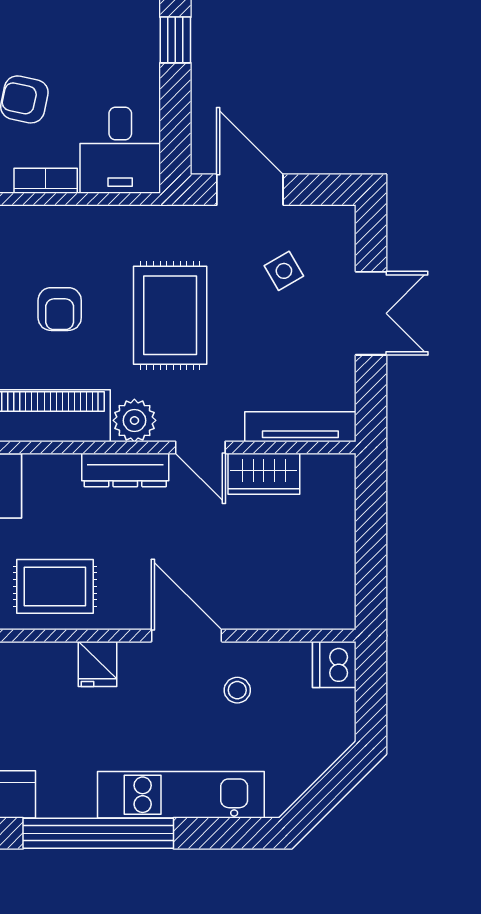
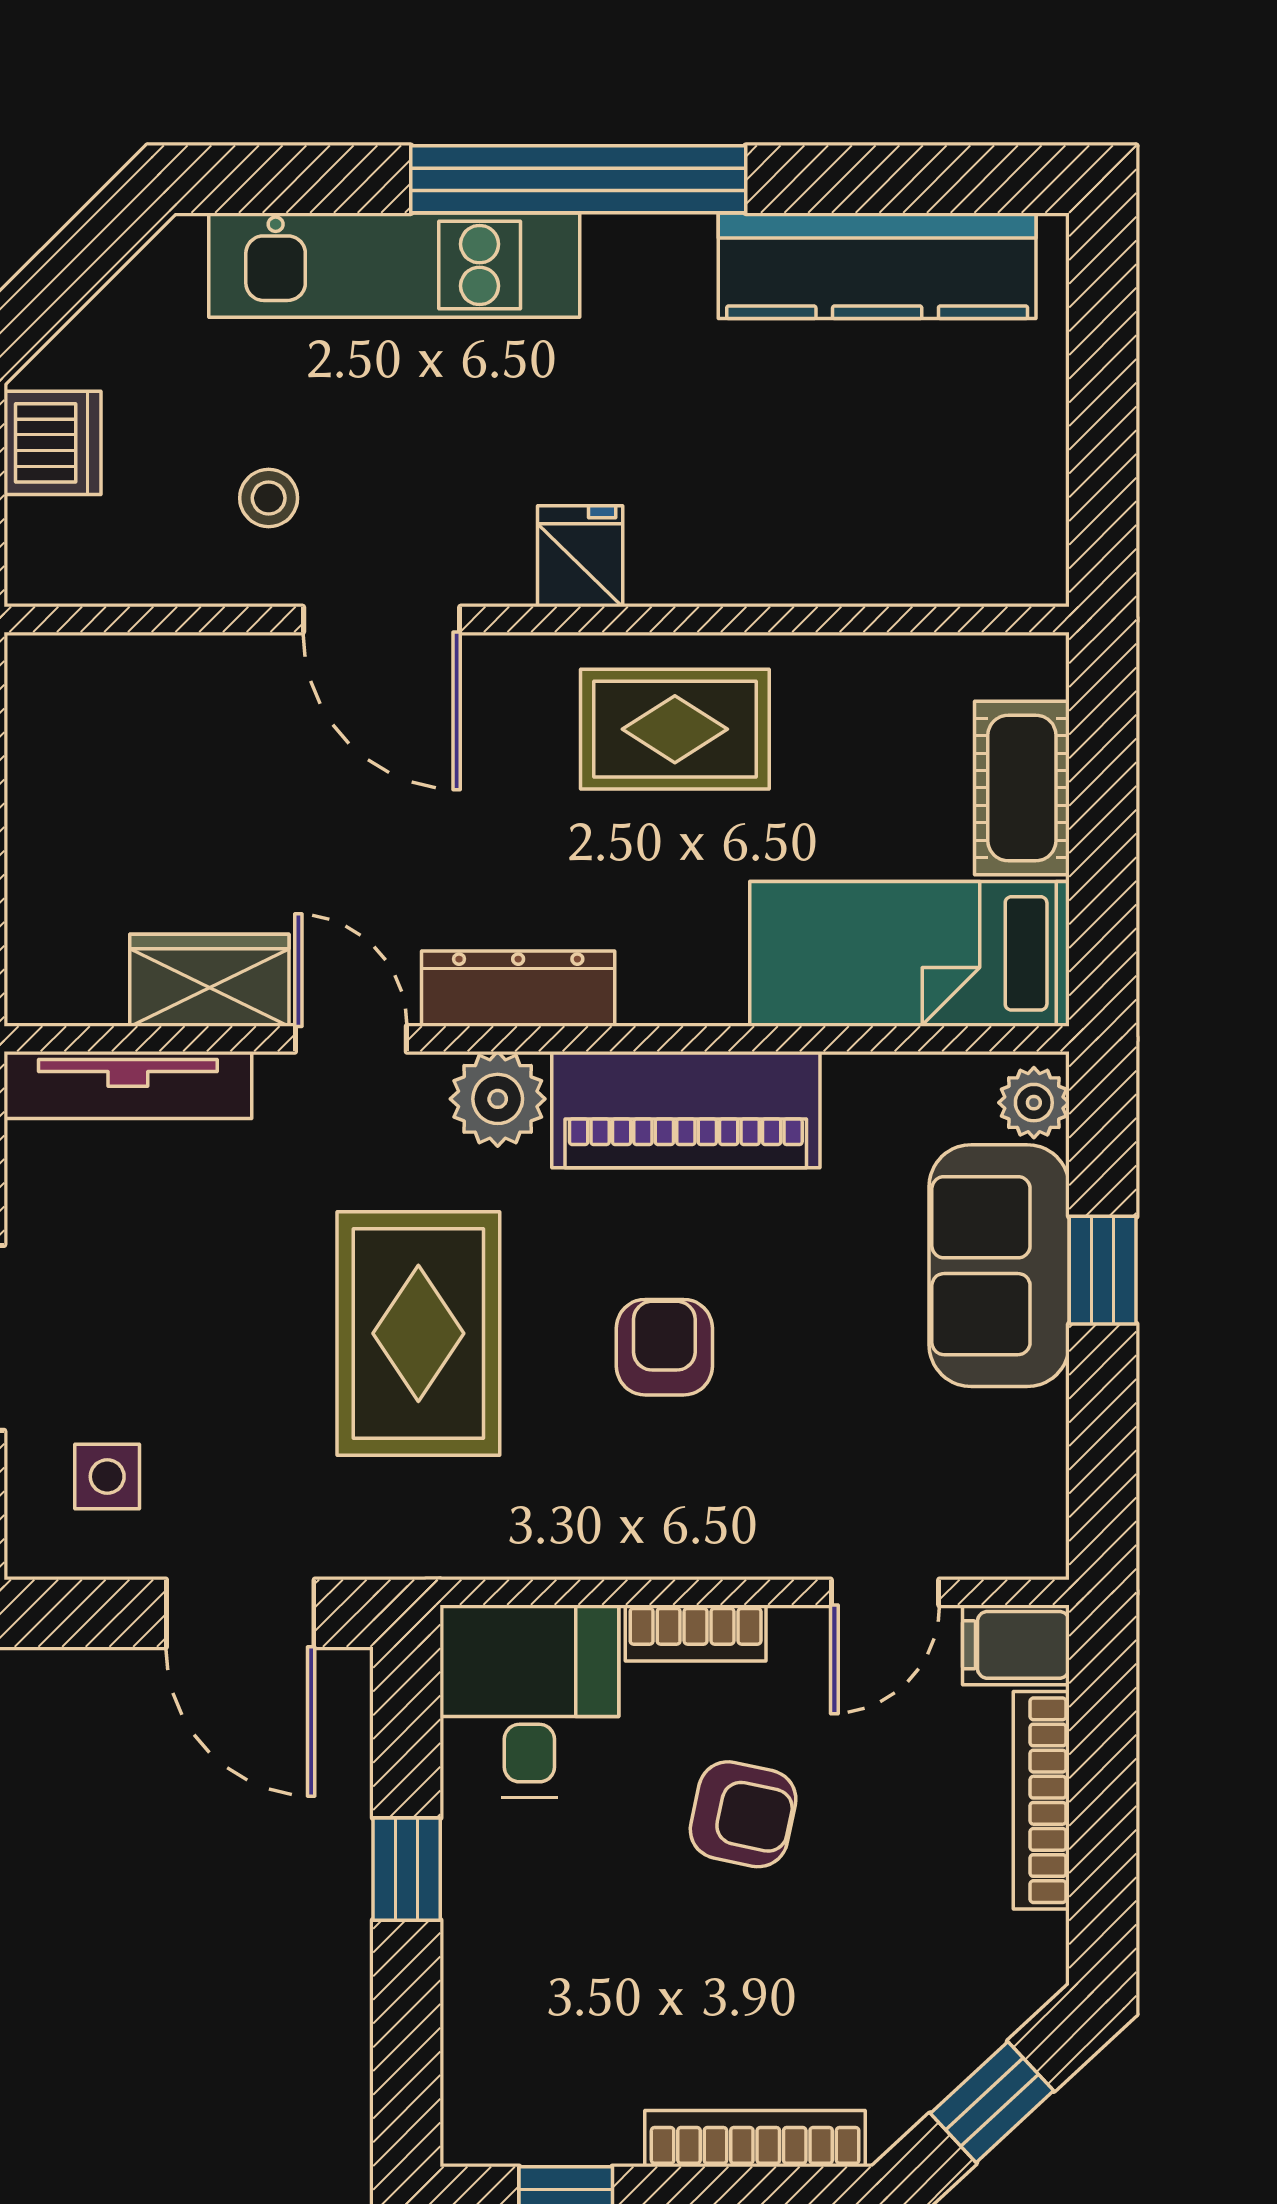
window: (175, 40) -> (407, 1869), moved
side table: (284, 271) -> (107, 1477), moved, turned 30
dishwasher: (334, 664) -> (52, 443), moved

